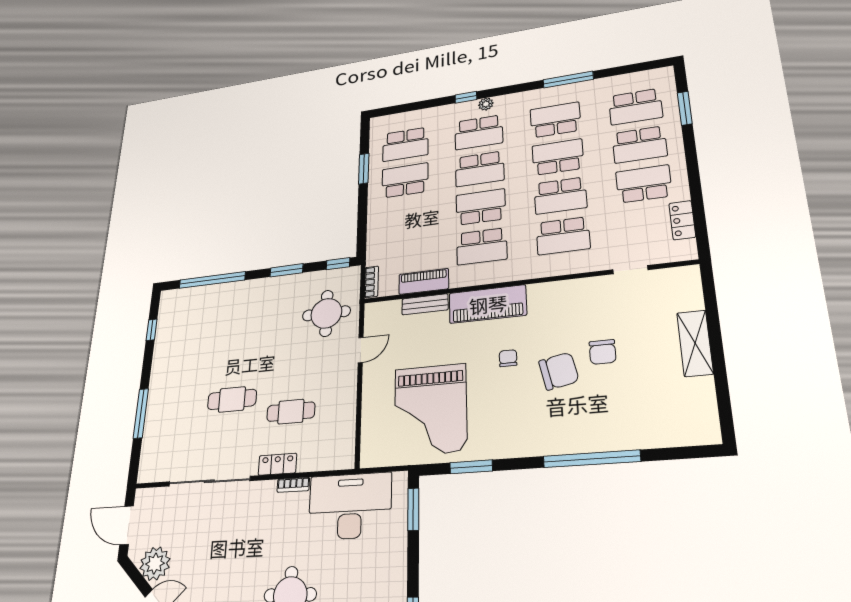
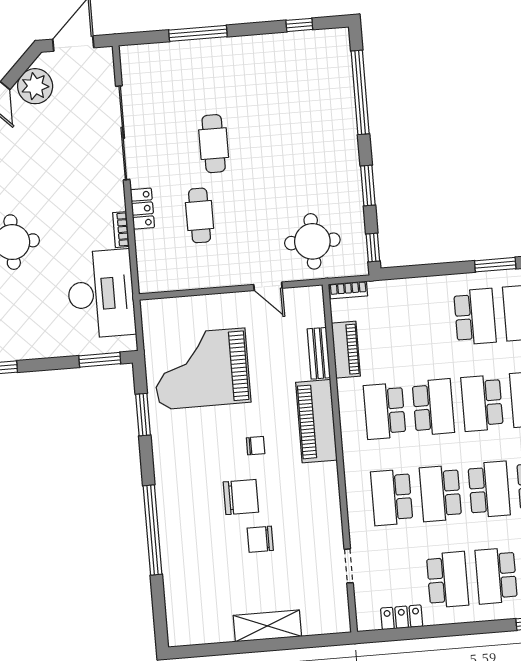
chair: (559, 371) -> (241, 497), turned -78

